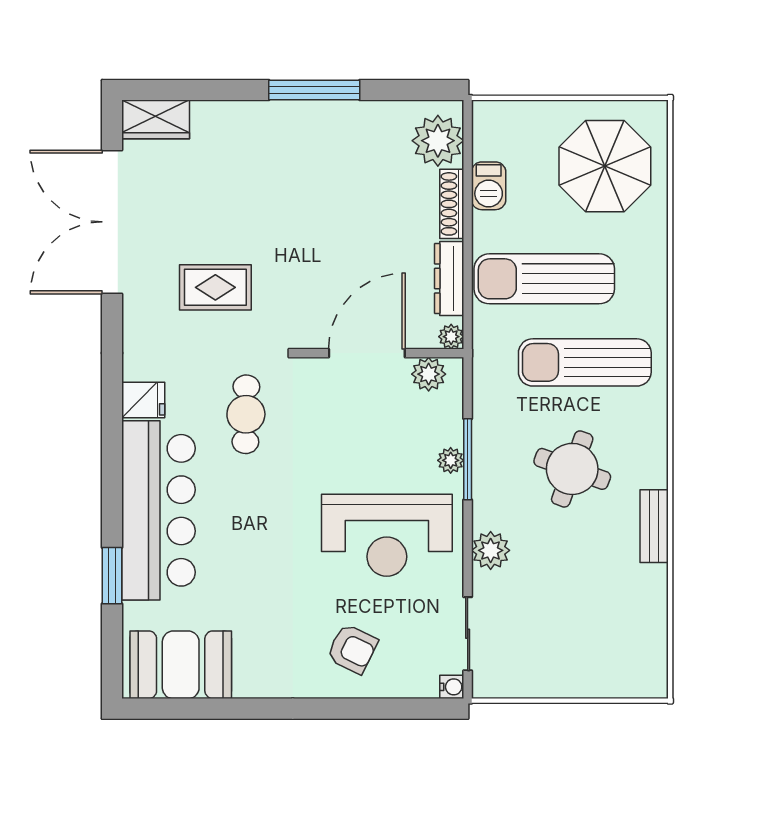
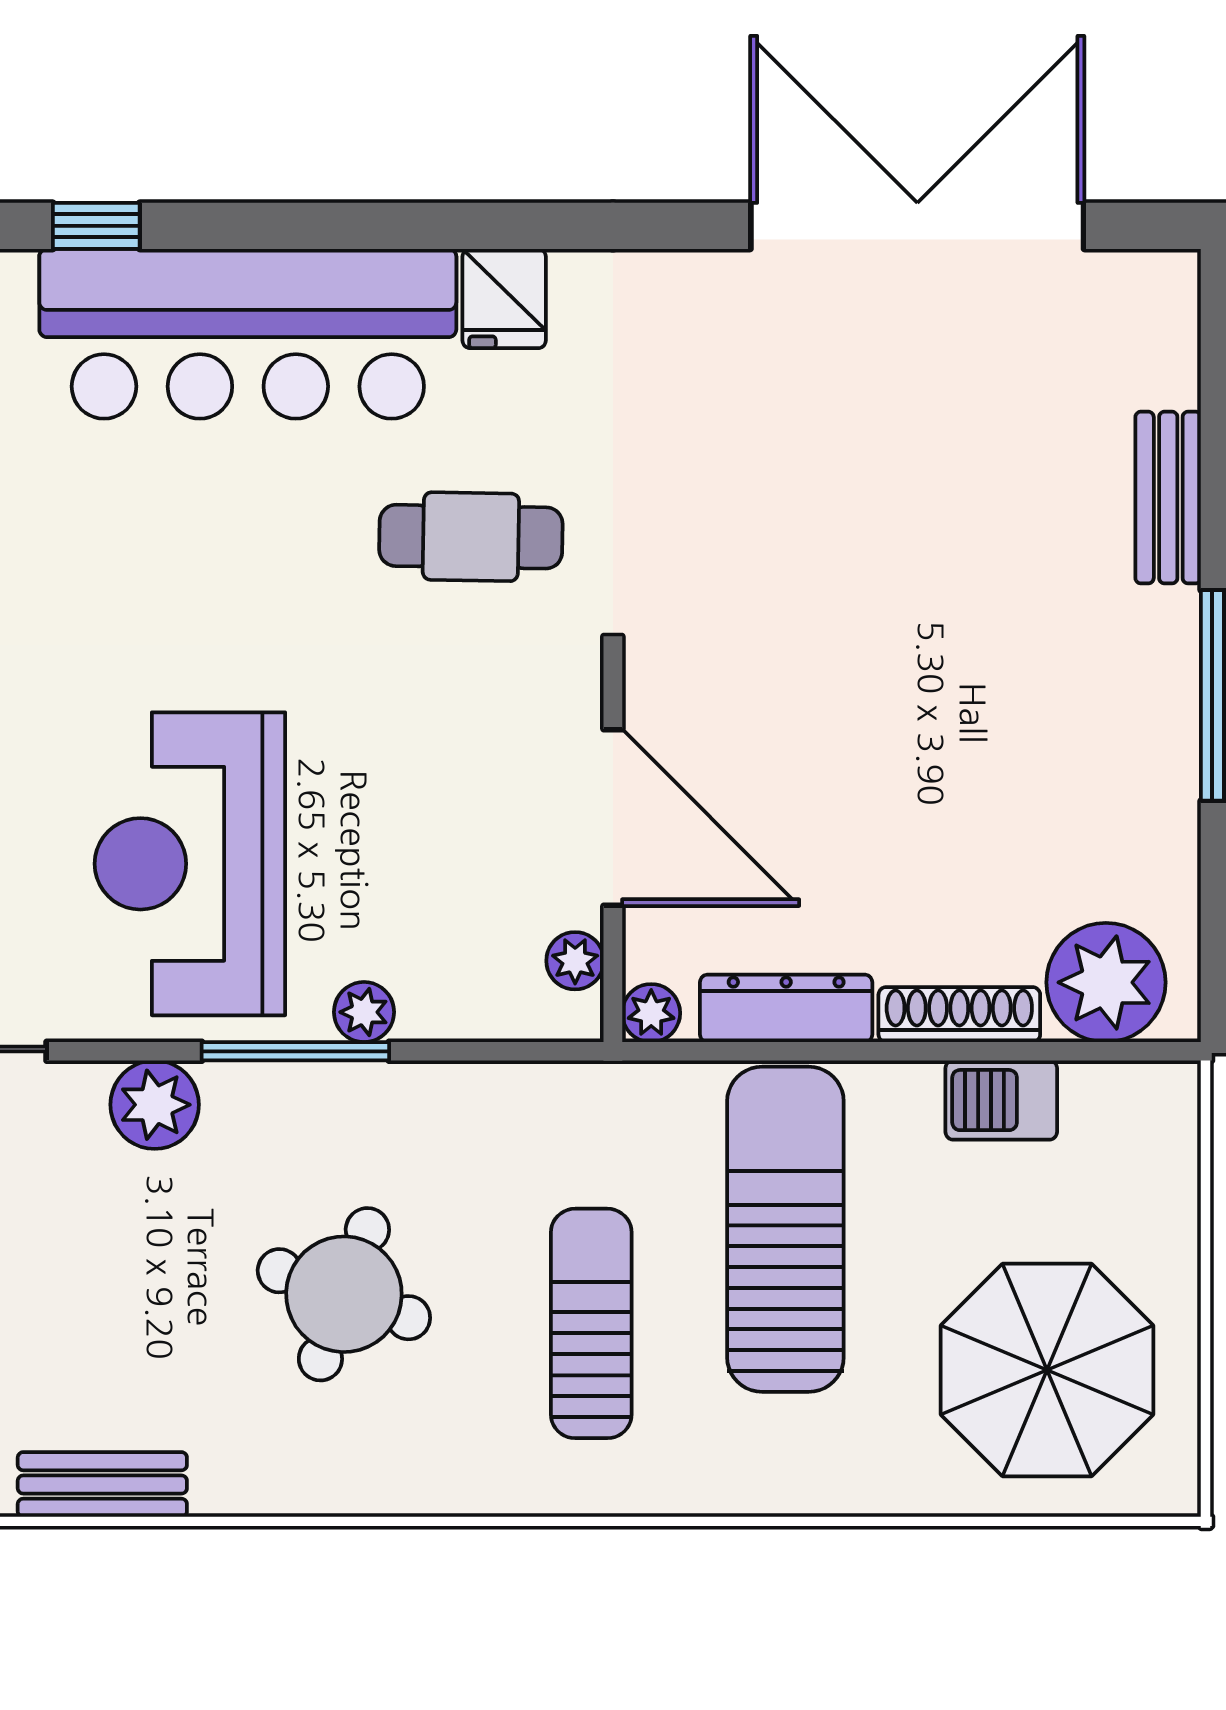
bench: (229, 114) -> (1168, 498), added
wardrobe: (156, 119) -> (1156, 327), removed
rug: (215, 287) -> (766, 466), removed
sun lounger: (585, 362) -> (591, 1323), width x0.73, depth x0.75
plant: (429, 374) -> (575, 961), width x0.73, depth x0.73
window: (468, 459) -> (295, 1051), moved
bench: (654, 526) -> (102, 1484), moved
window: (112, 576) -> (96, 226), width x0.67

